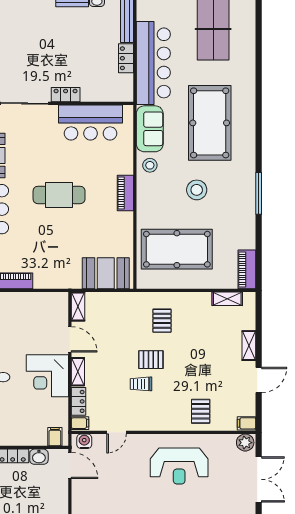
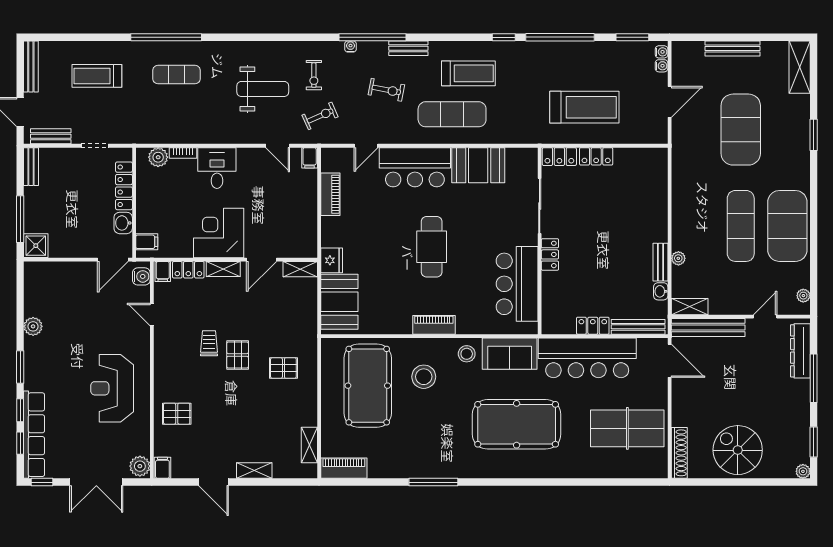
stool: (197, 190) -> (424, 377), moved
fridge: (71, 280) -> (332, 260), added

